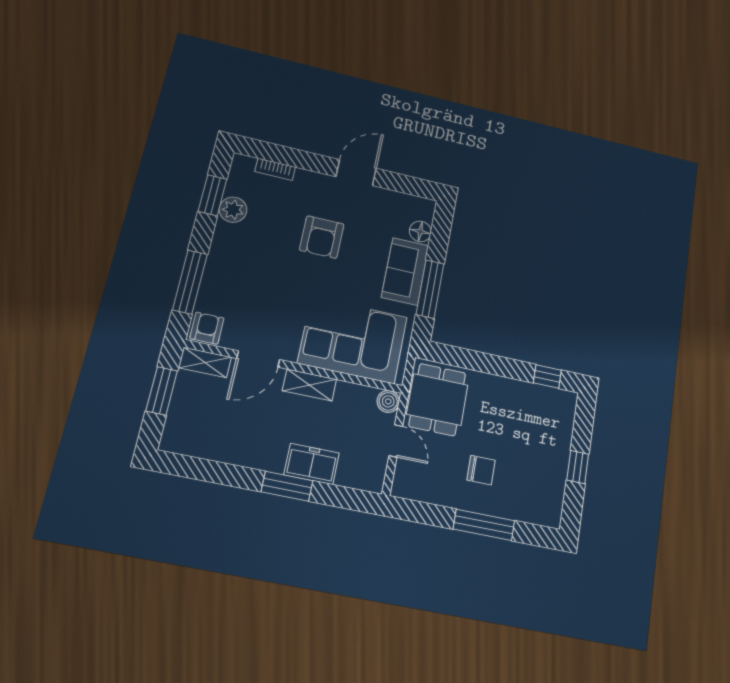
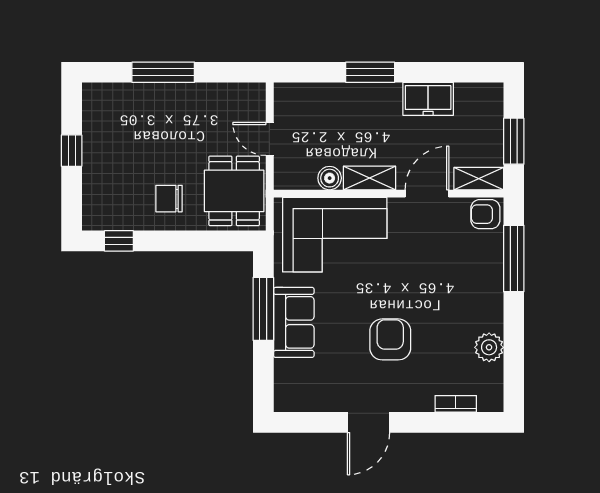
window: (213, 195) -> (514, 358), removed
floor lamp: (420, 231) -> (286, 372), removed
armchair: (207, 328) -> (485, 214), turned 90
boiler: (388, 401) -> (330, 178), moved
freezer: (312, 464) -> (428, 99), moved
chair: (481, 470) -> (169, 199), moved

